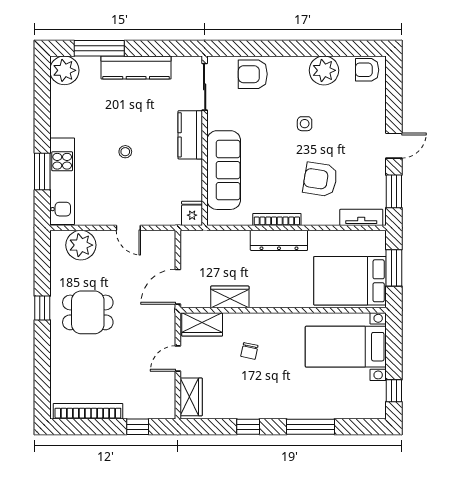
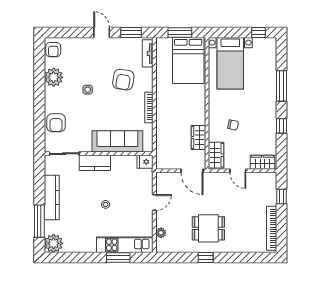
dresser: (279, 240) -> (162, 106), removed
plant: (81, 245) -> (161, 233), width x0.53, depth x0.53
dining table: (88, 312) -> (208, 228), turned 90

